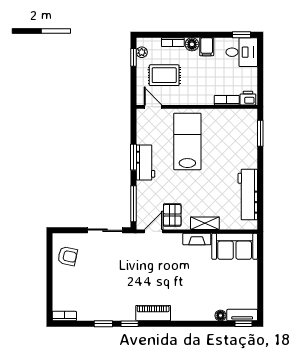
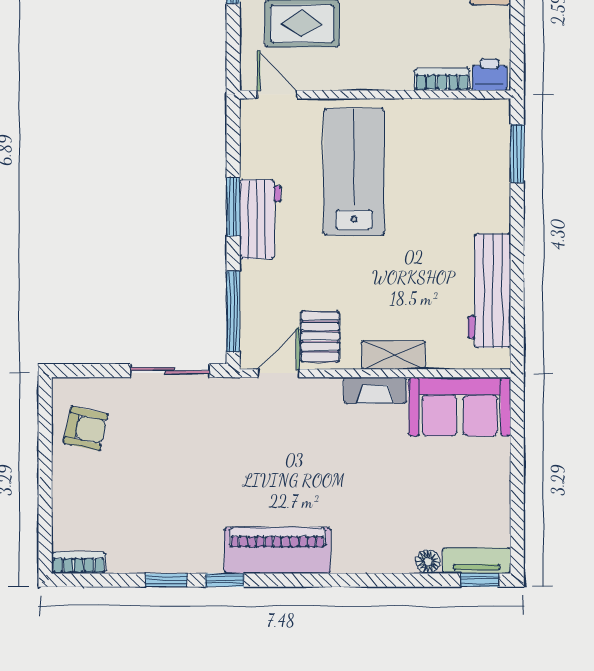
piano: (153, 313) -> (277, 550), width x1.37, depth x1.33

